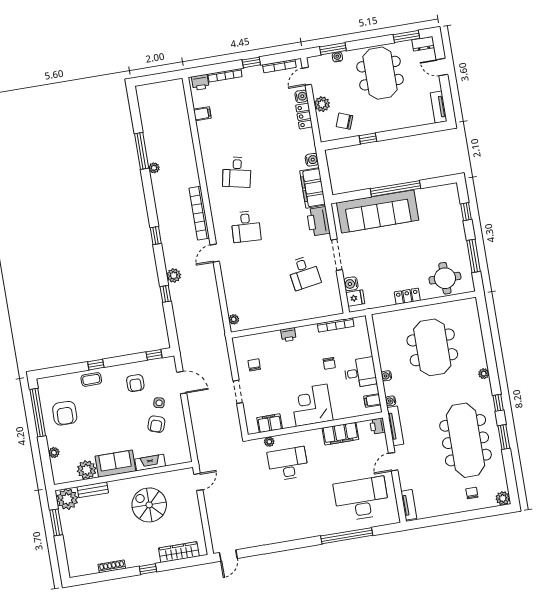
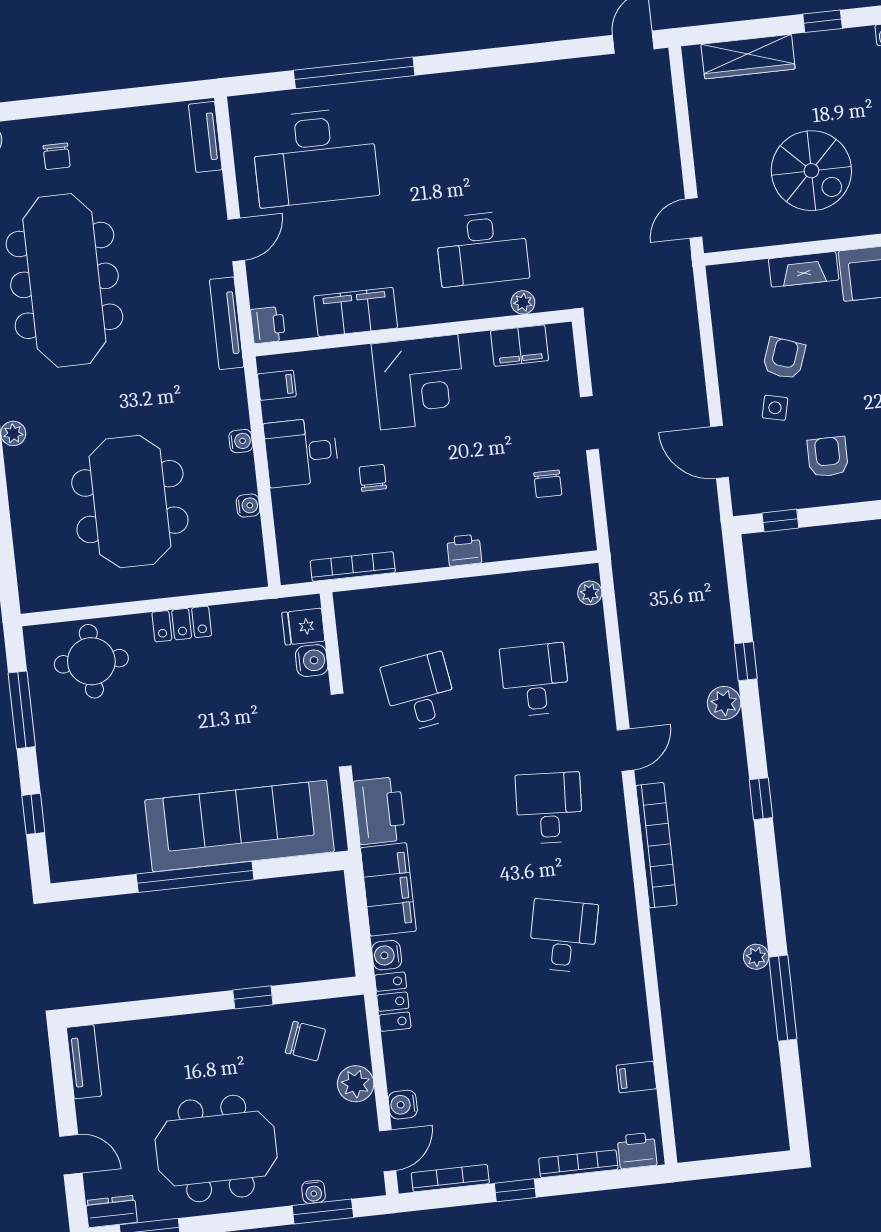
meeting table: (380, 73) -> (216, 1148), turned 90
locker: (304, 116) -> (393, 1002), moved
desk: (255, 281) -> (535, 680), added
water cooler: (391, 401) -> (248, 506), moved

